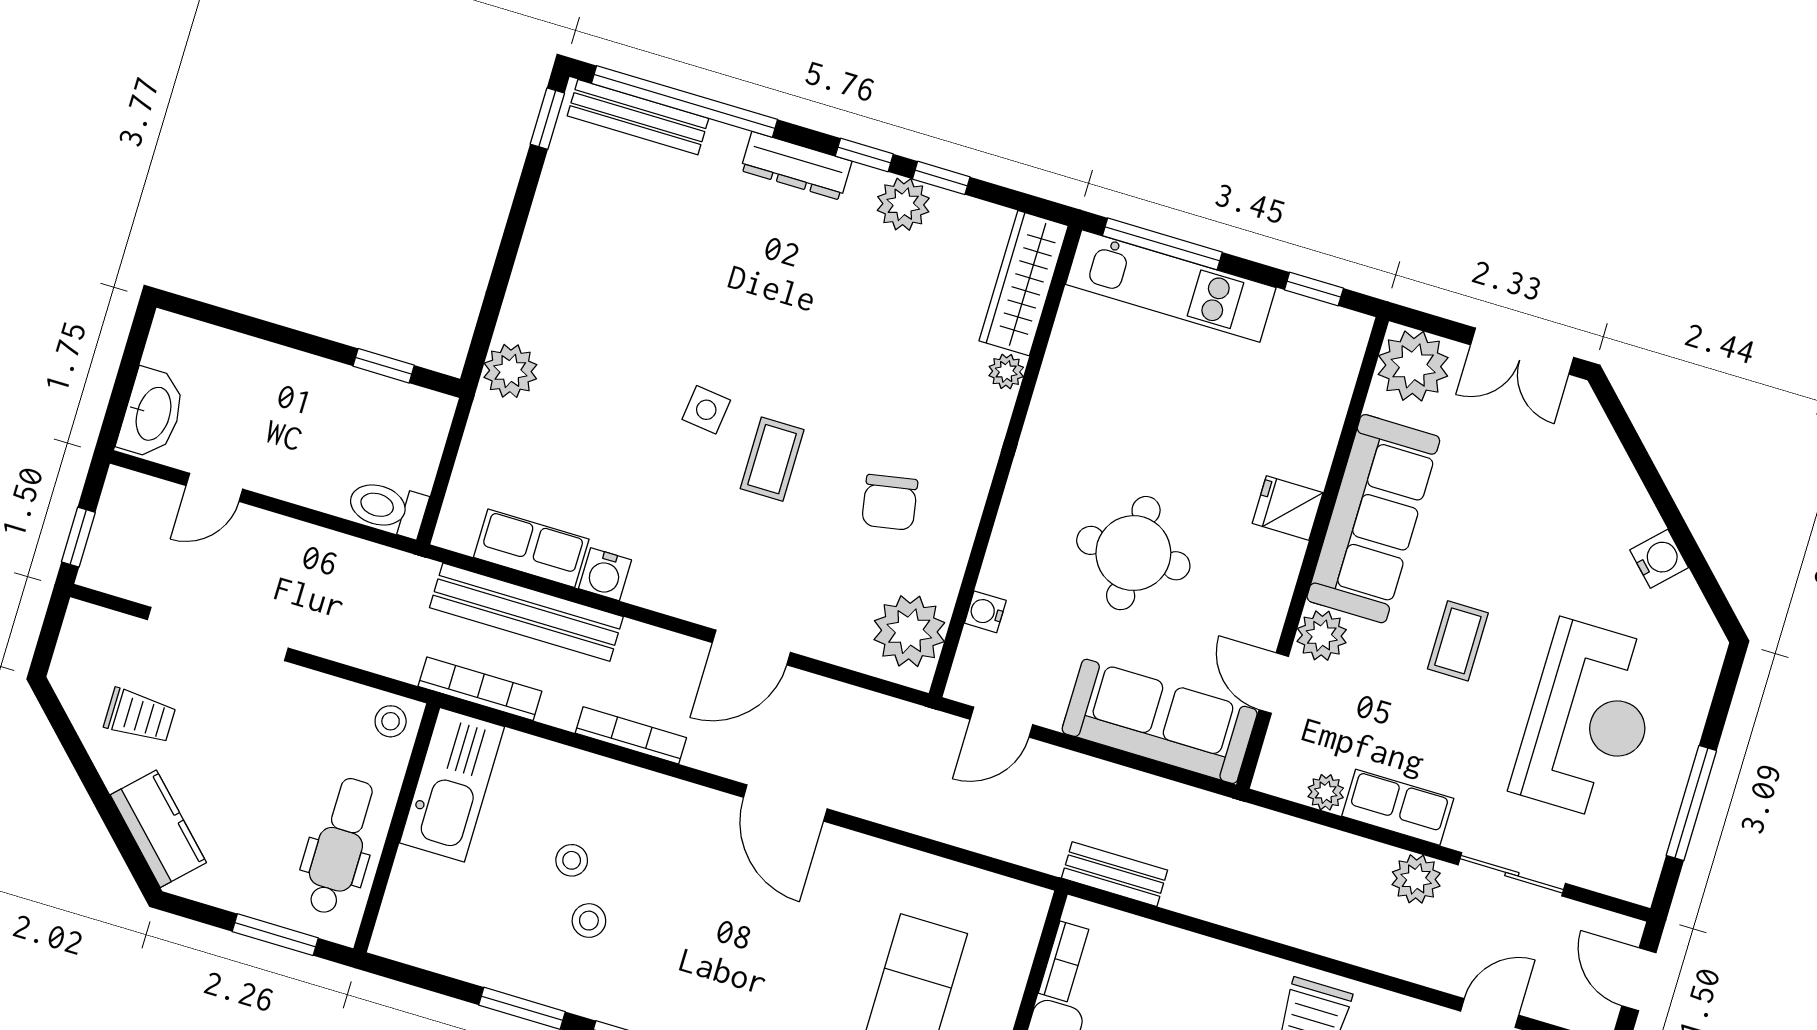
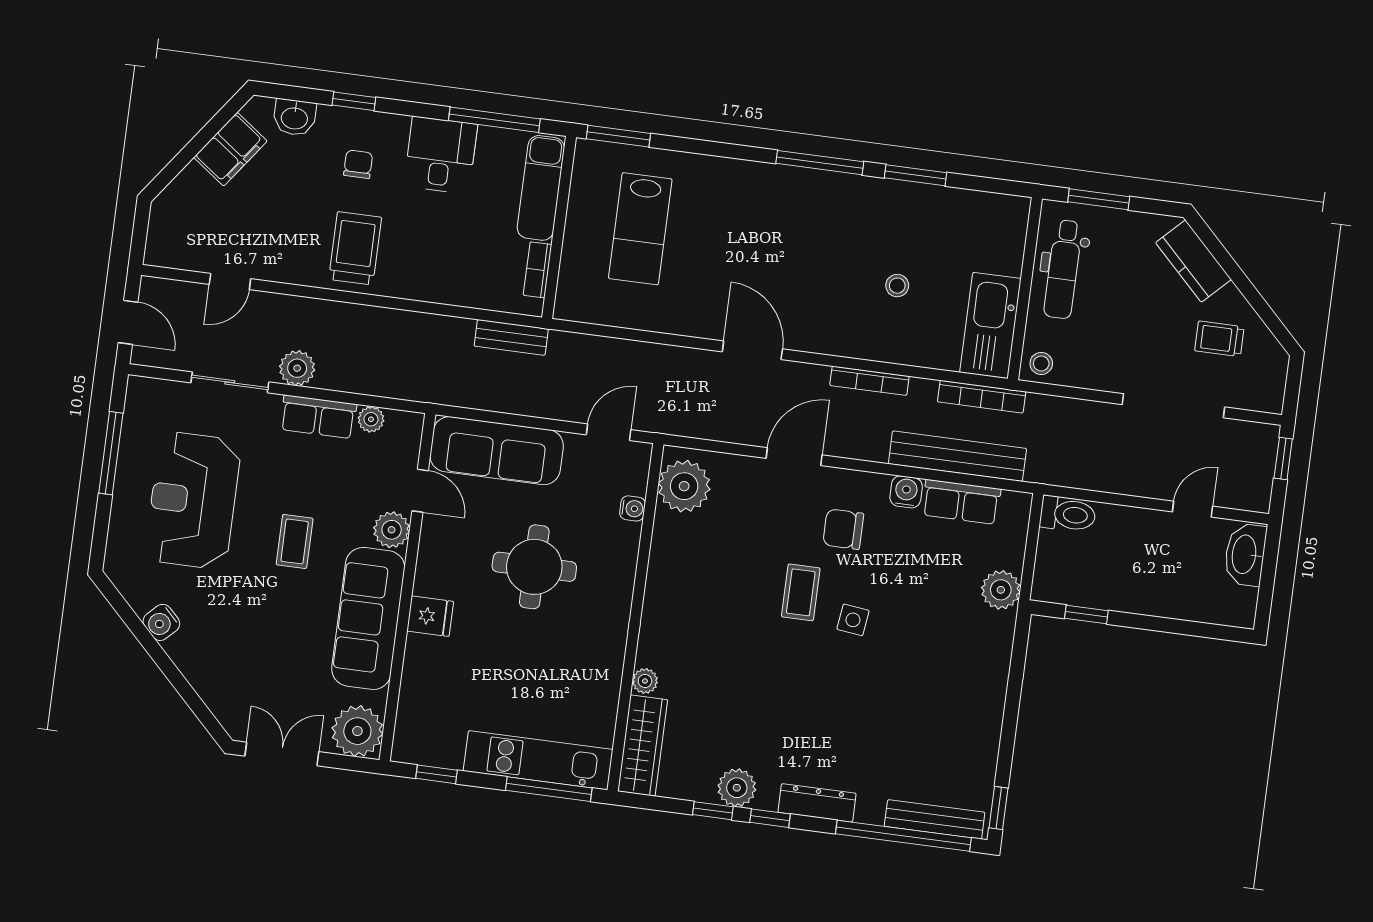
plant: (510, 371) -> (1001, 590), moved
chair: (890, 502) -> (843, 529), moved, turned -80
stool: (589, 921) -> (878, 245), removed

